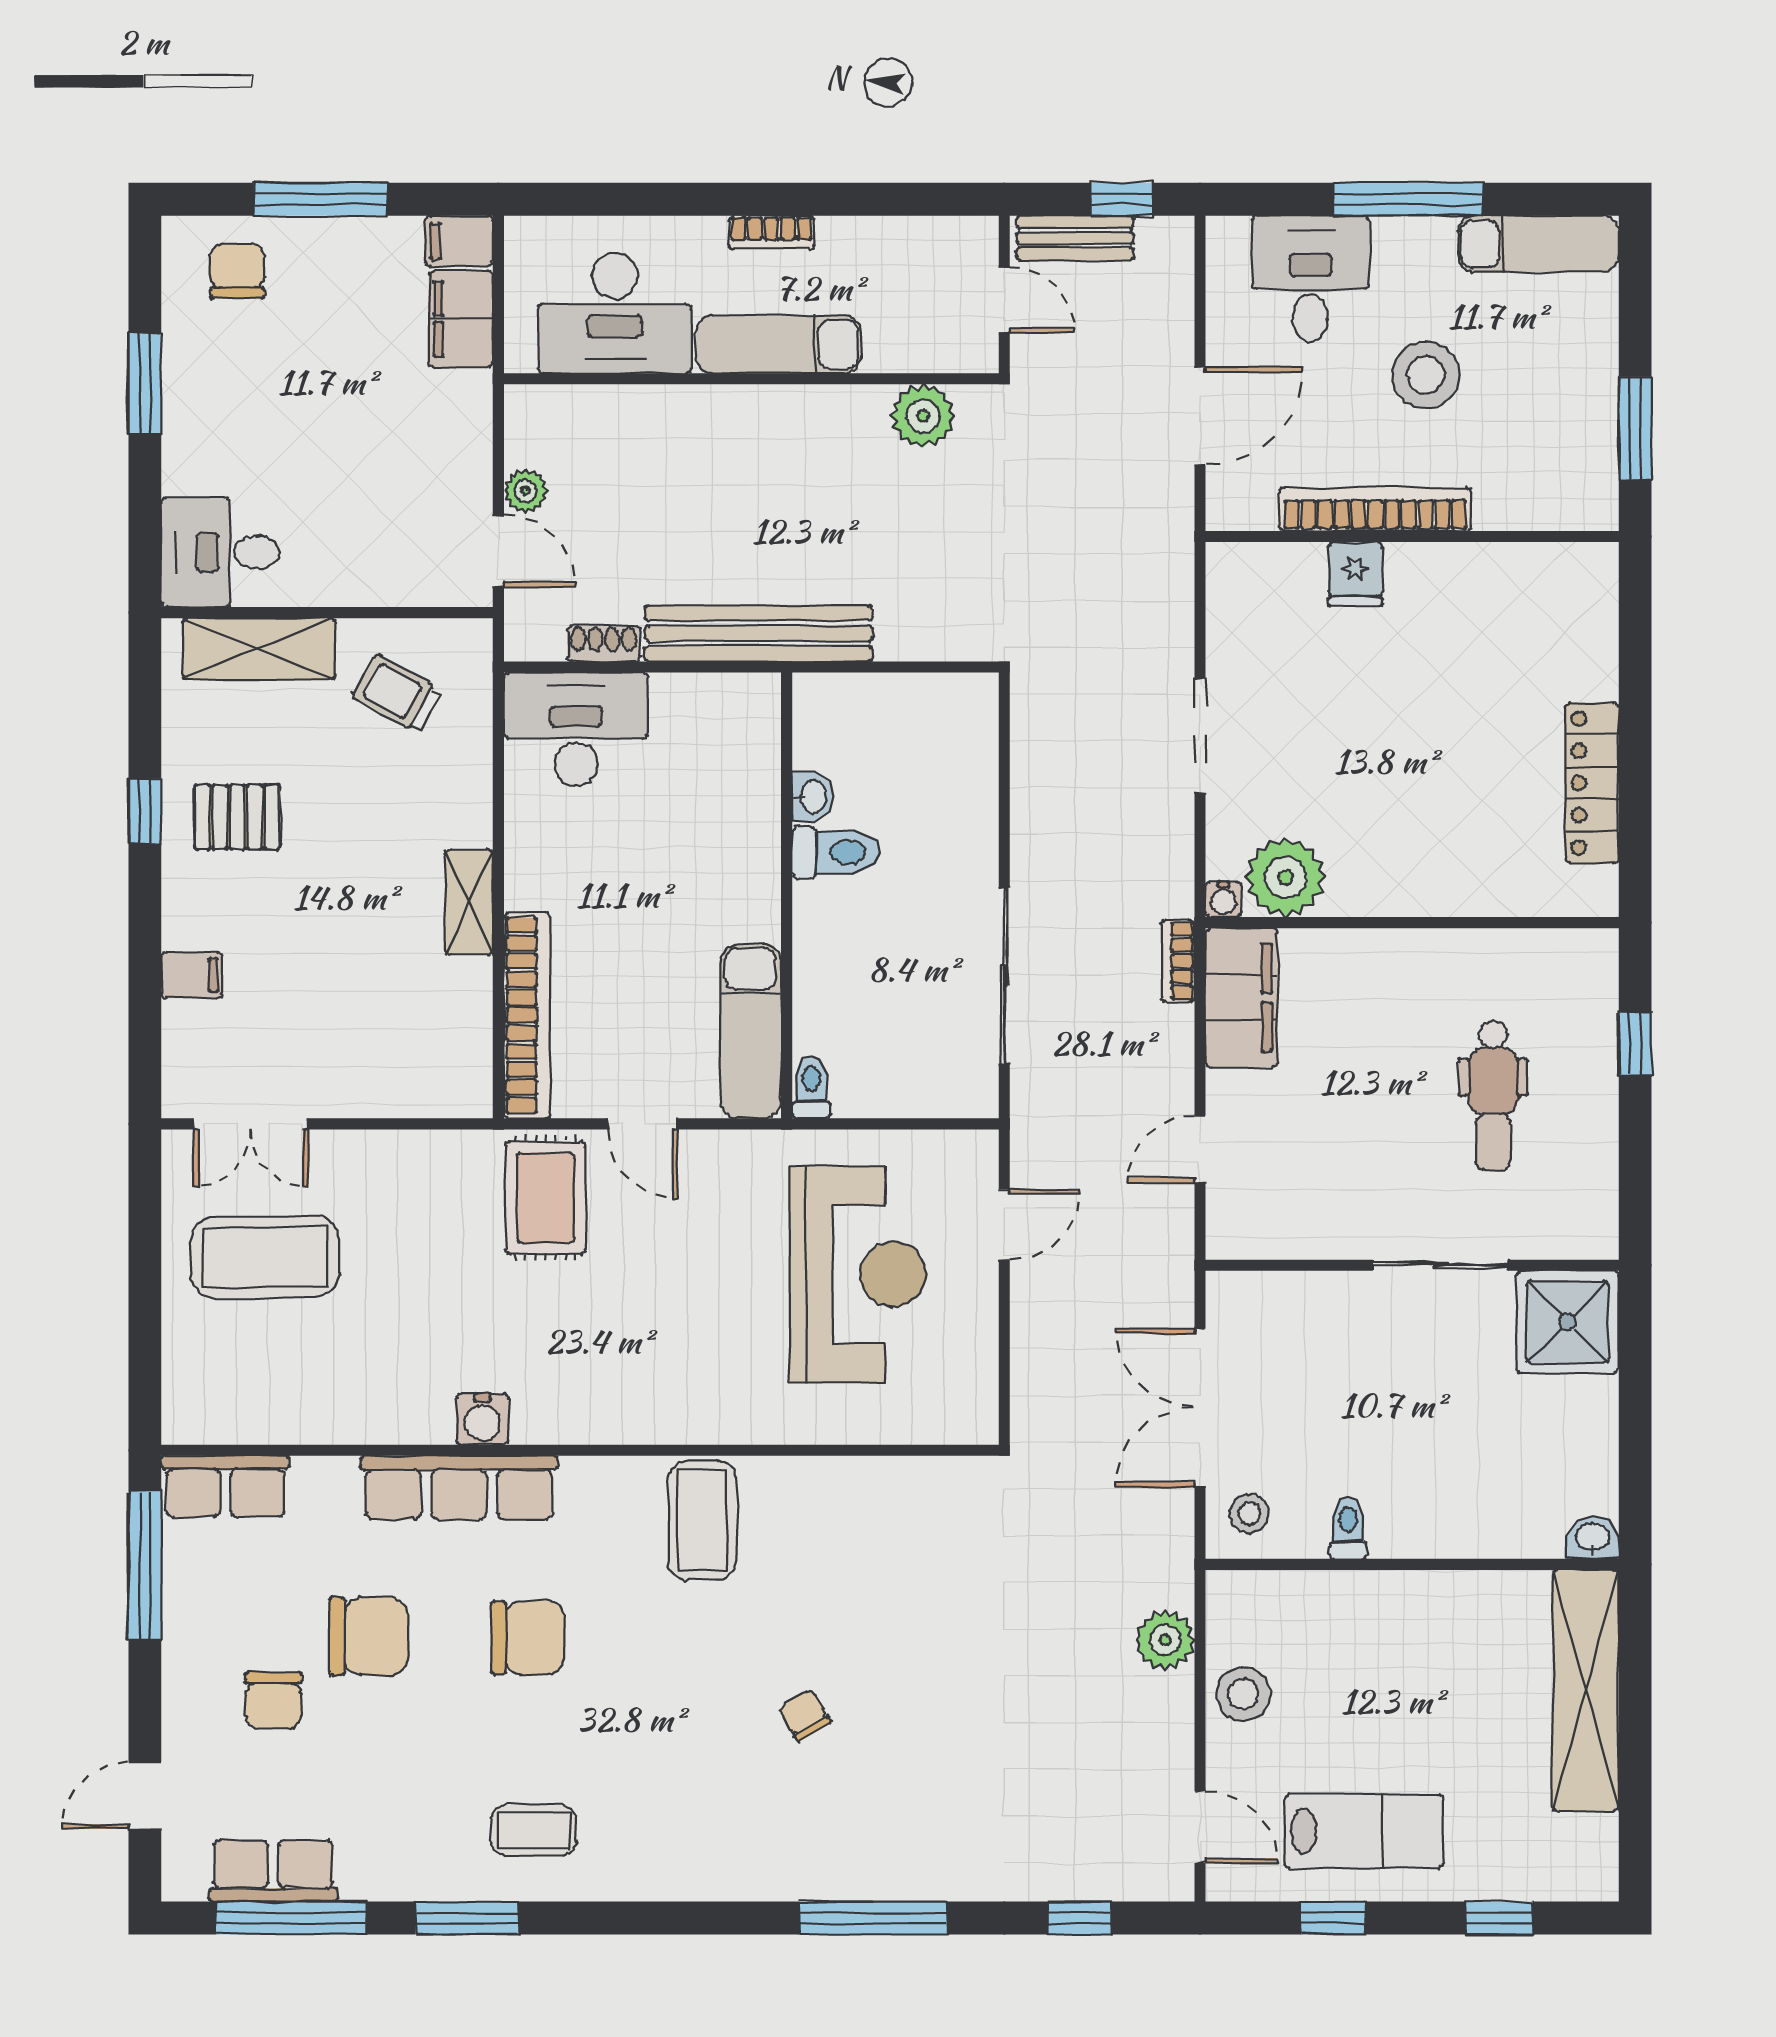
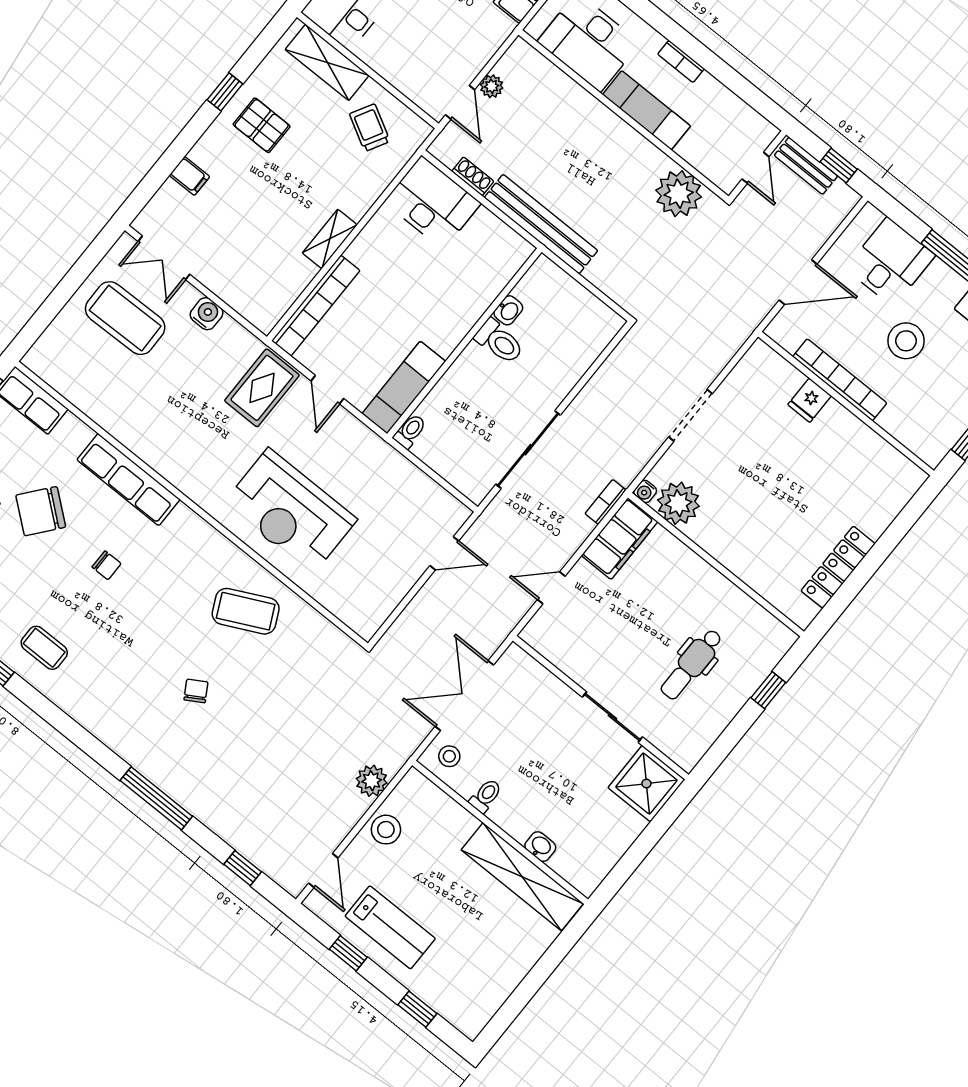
plant: (923, 416) -> (679, 194), width x1.36, depth x1.36
reception desk: (858, 1274) -> (290, 511), moved, turned 90
water cooler: (482, 1419) -> (207, 314), moved, turned 180
coffee table: (702, 1520) -> (246, 611), moved, turned 64
washbasin: (1593, 1538) -> (540, 847), moved
chair: (369, 1636) -> (41, 511), turned 129
chair: (528, 1638) -> (106, 565), width x0.54, depth x0.54
shelving: (1586, 1691) -> (522, 877), moved, turned 90

